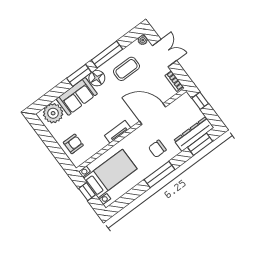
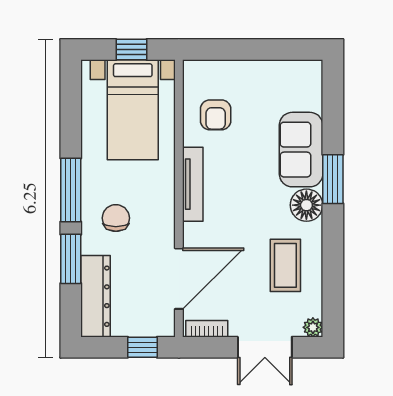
window: (107, 55) -> (333, 251), removed
plant: (53, 113) -> (302, 90), removed
door: (153, 114) -> (179, 279), moved
tv unit: (118, 132) -> (193, 184), width x1.41
armchair: (73, 144) -> (216, 115), moved
window: (200, 144) -> (71, 259), moved

